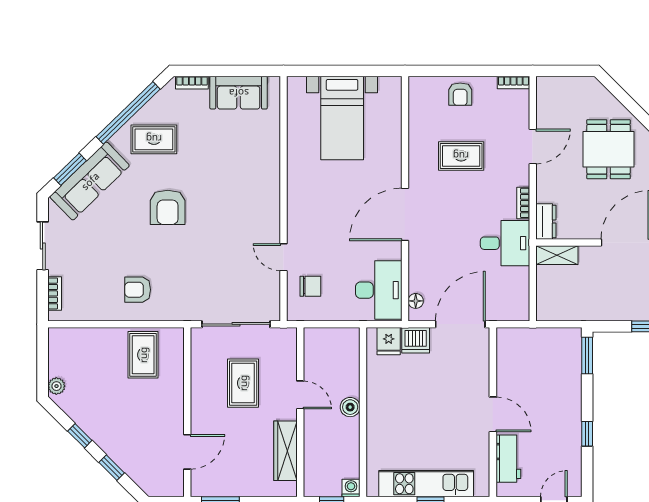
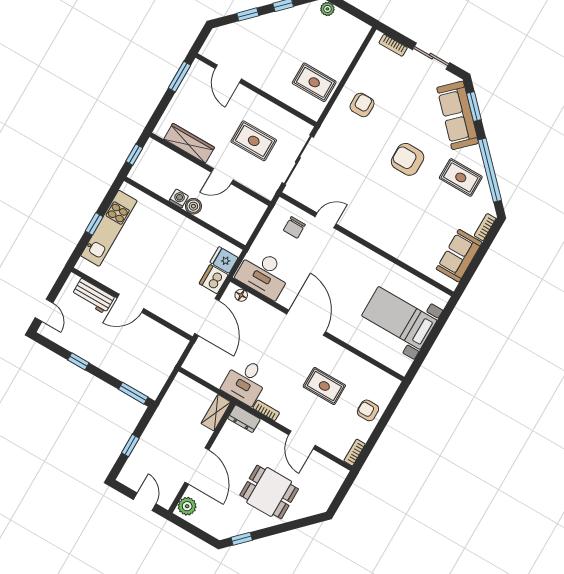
rug: (154, 139) -> (461, 177), turned 90
rug: (461, 156) -> (324, 386), turned 90
washing machine: (351, 488) -> (179, 198), moved, turned -90

